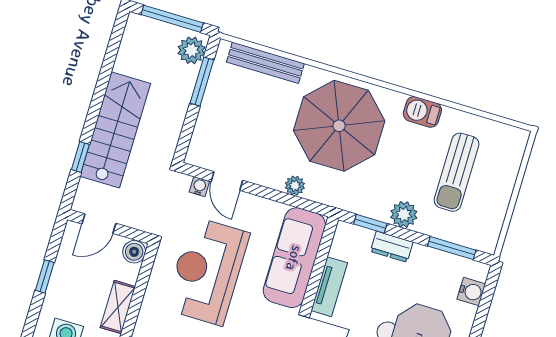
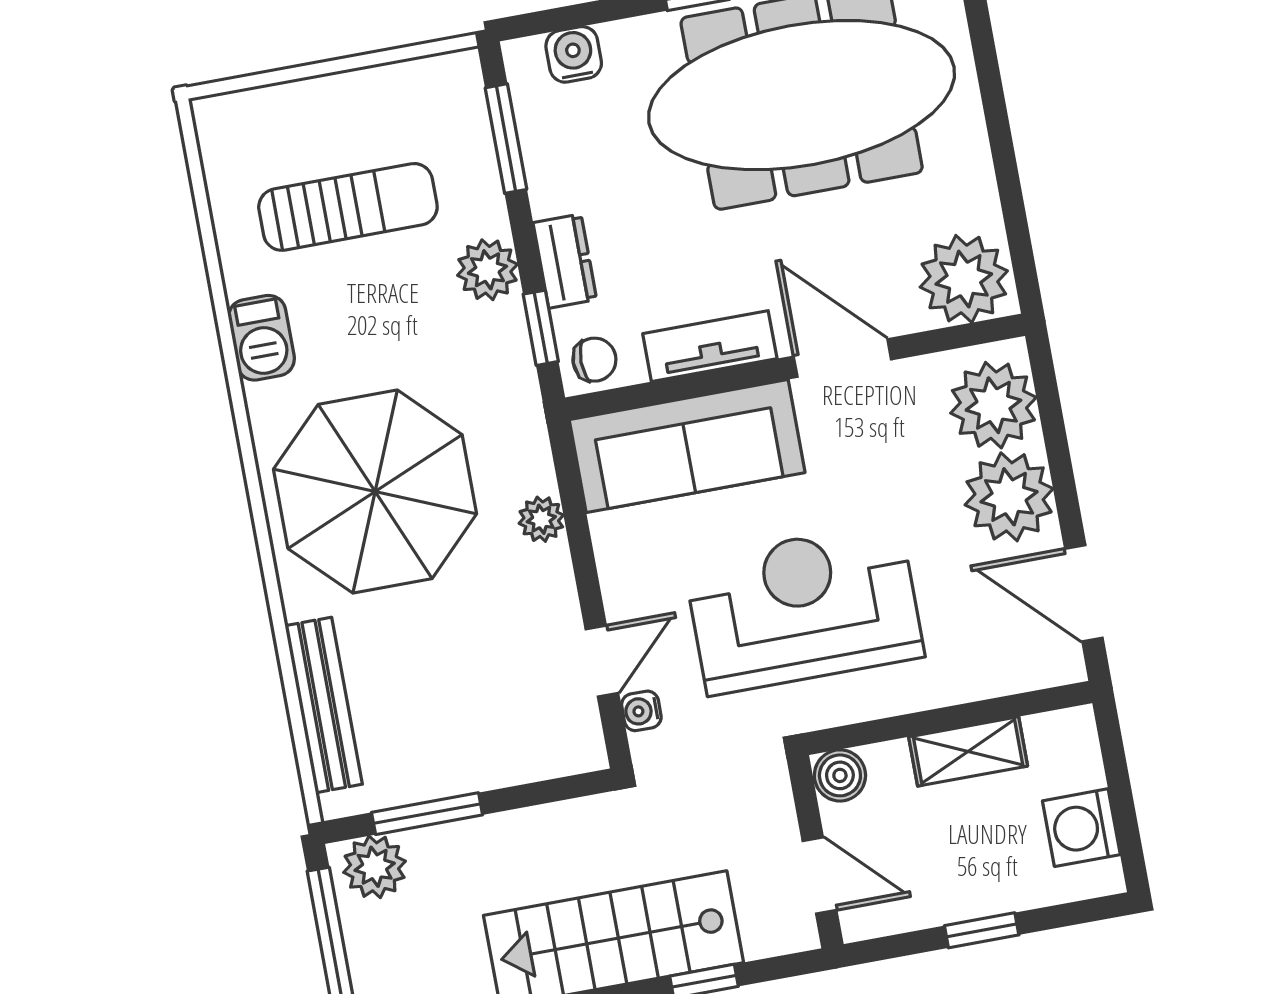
chair: (347, 239) -> (594, 360), added
reception desk: (207, 271) -> (804, 608), turned 180

